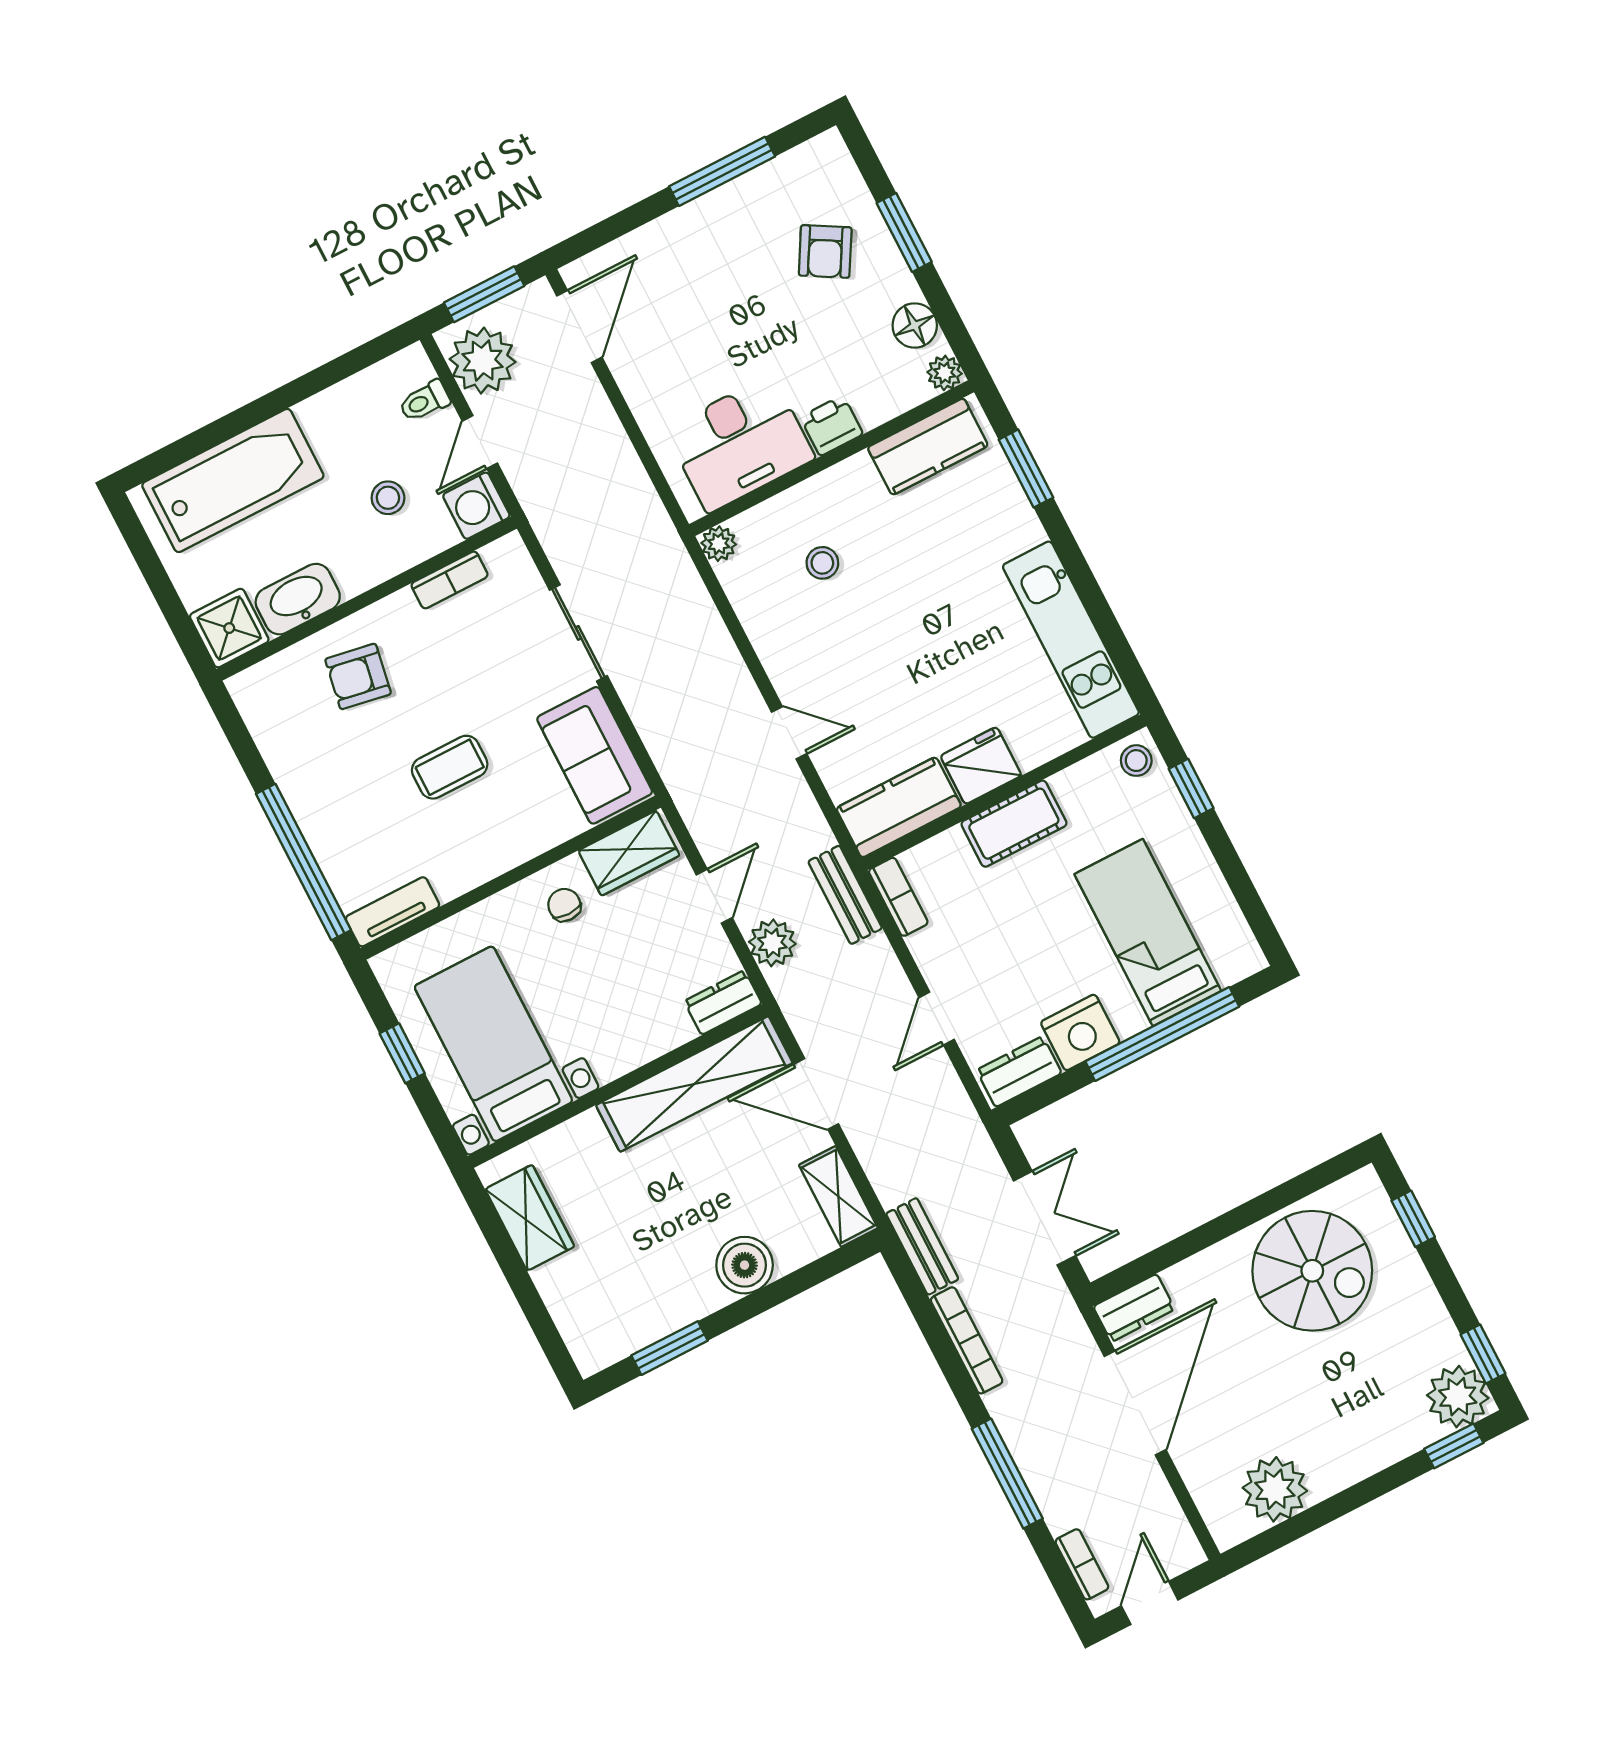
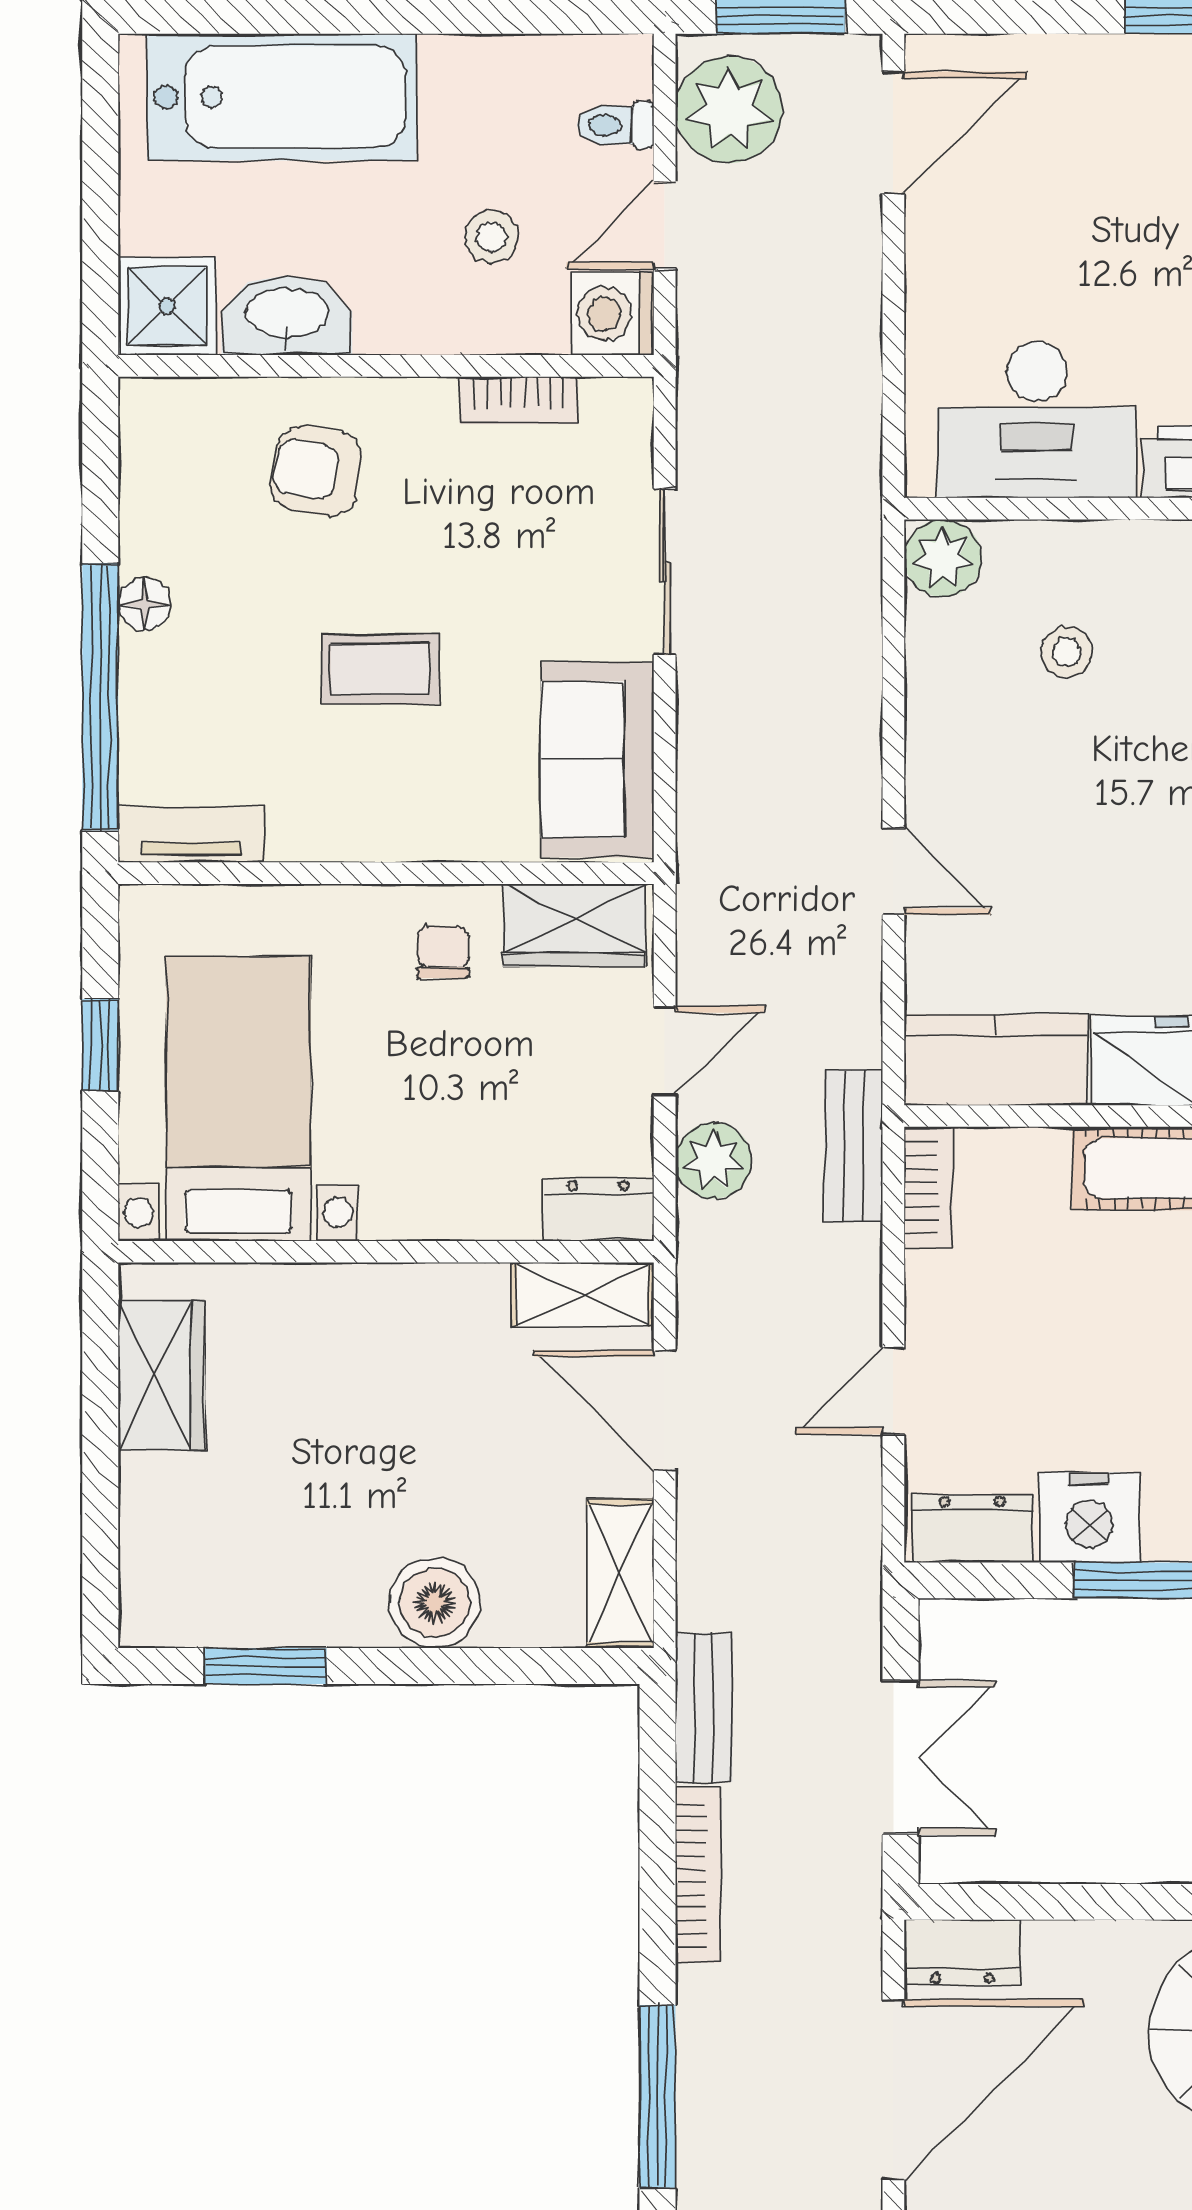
plant: (719, 544) -> (943, 558), width x1.38, depth x1.38
floor lamp: (301, 798) -> (145, 604), added
shelving: (694, 1084) -> (583, 1295), width x0.45, depth x0.75

